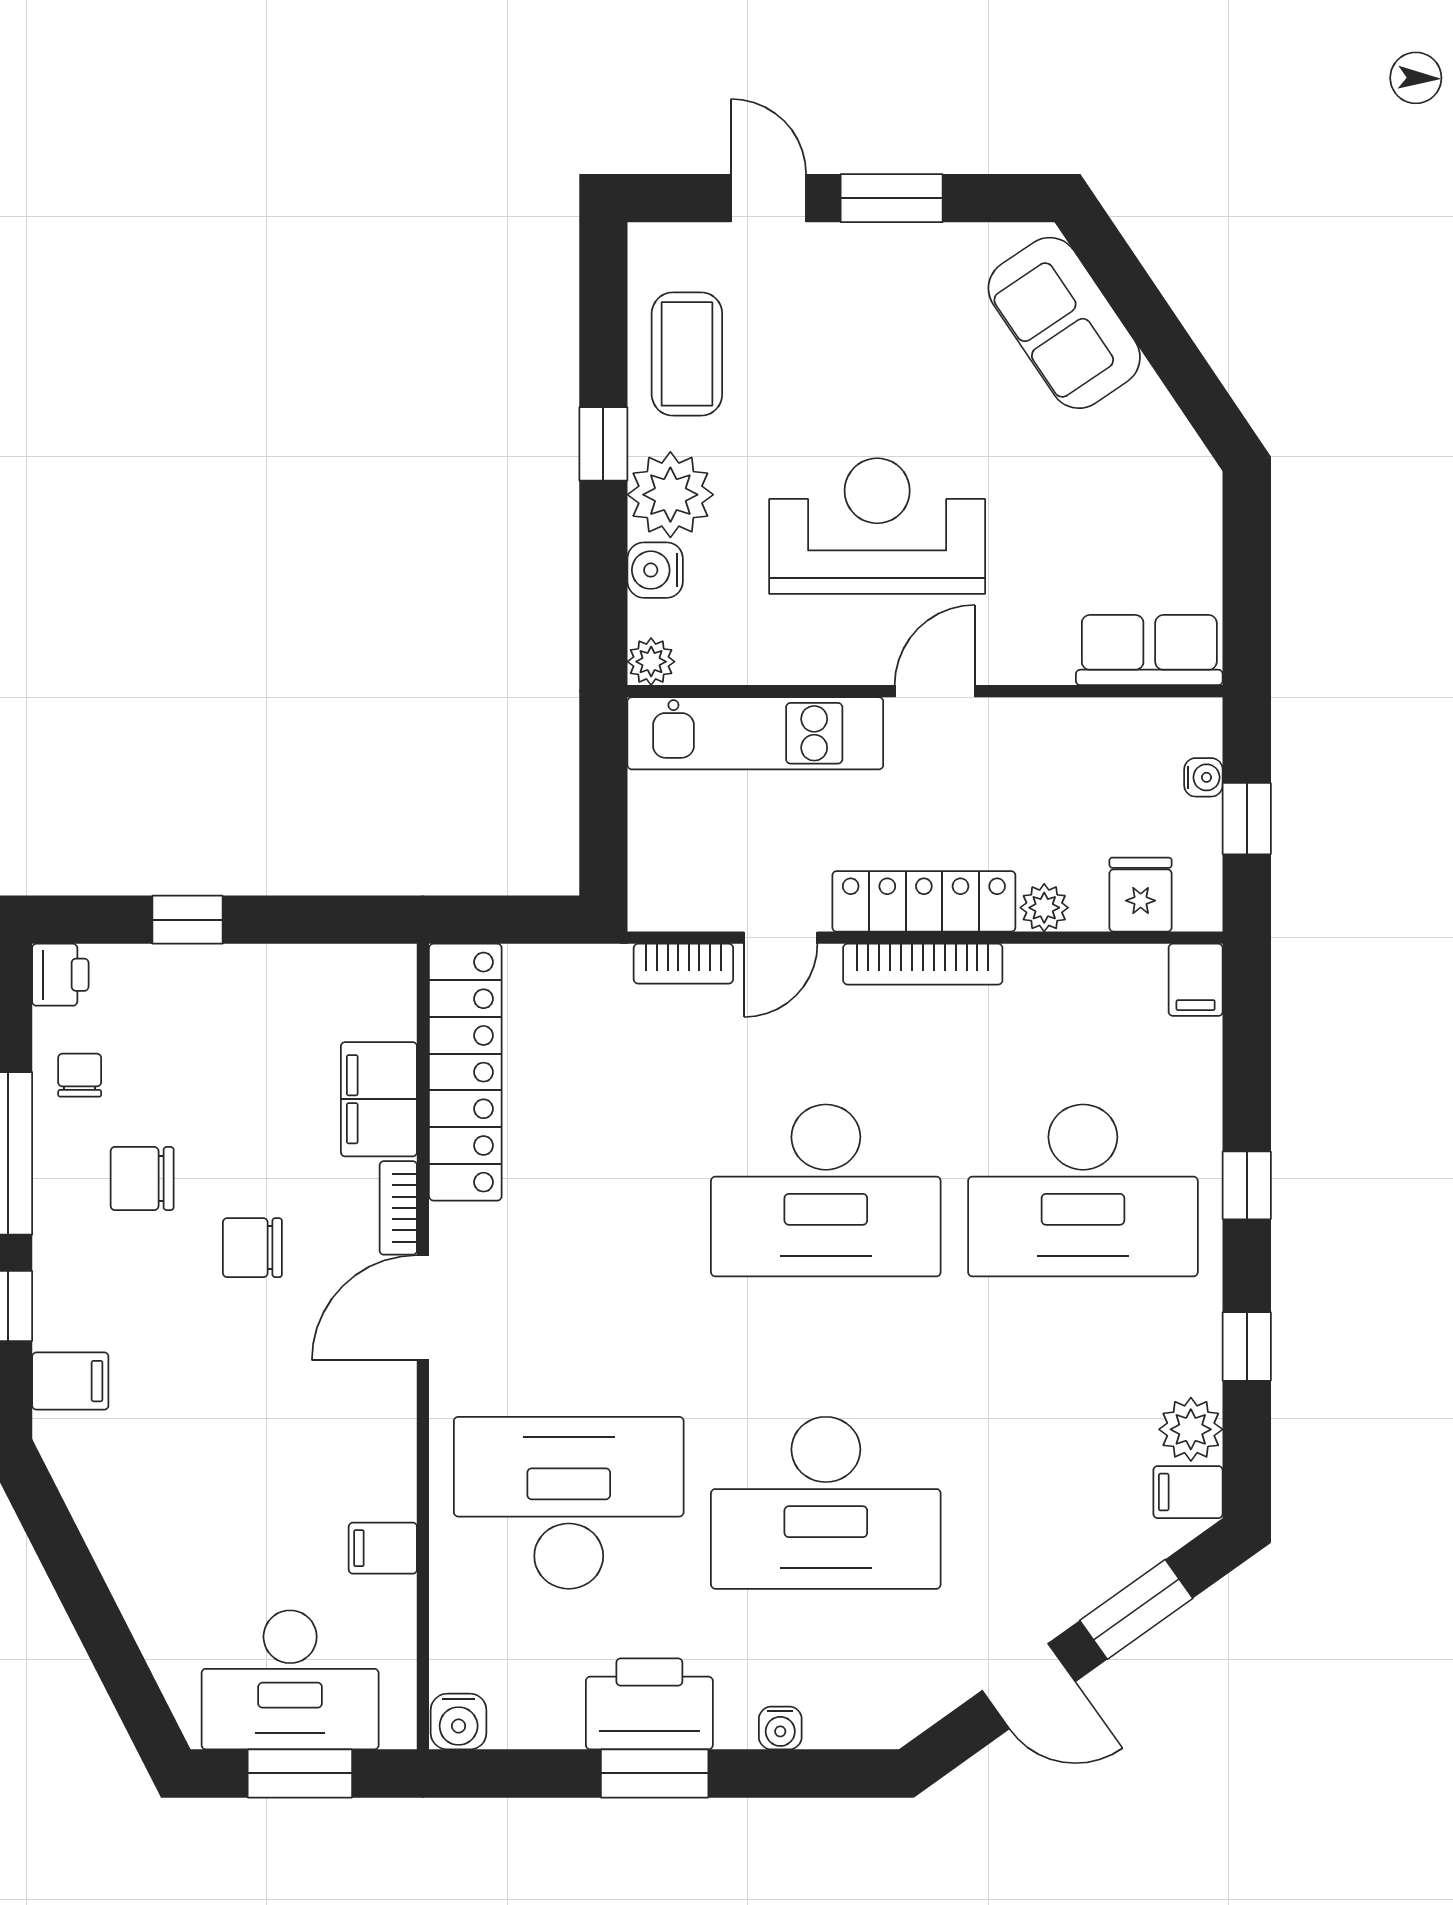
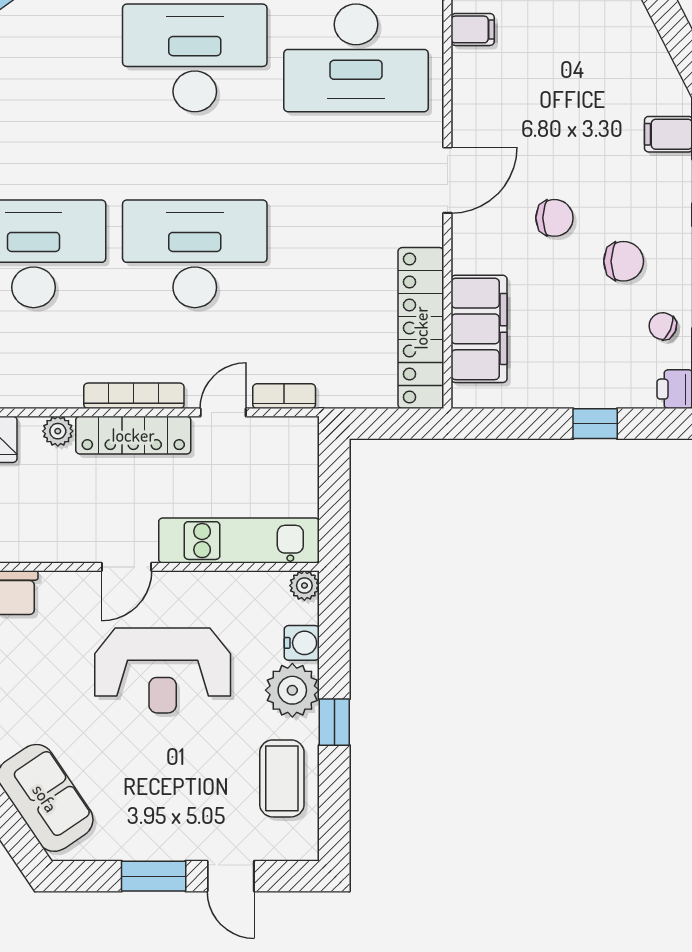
chair: (80, 1075) -> (663, 326), turned 114
filing cabinet: (379, 1099) -> (479, 329), width x1.50, depth x1.17
bookcase: (398, 1208) -> (463, 243), removed

